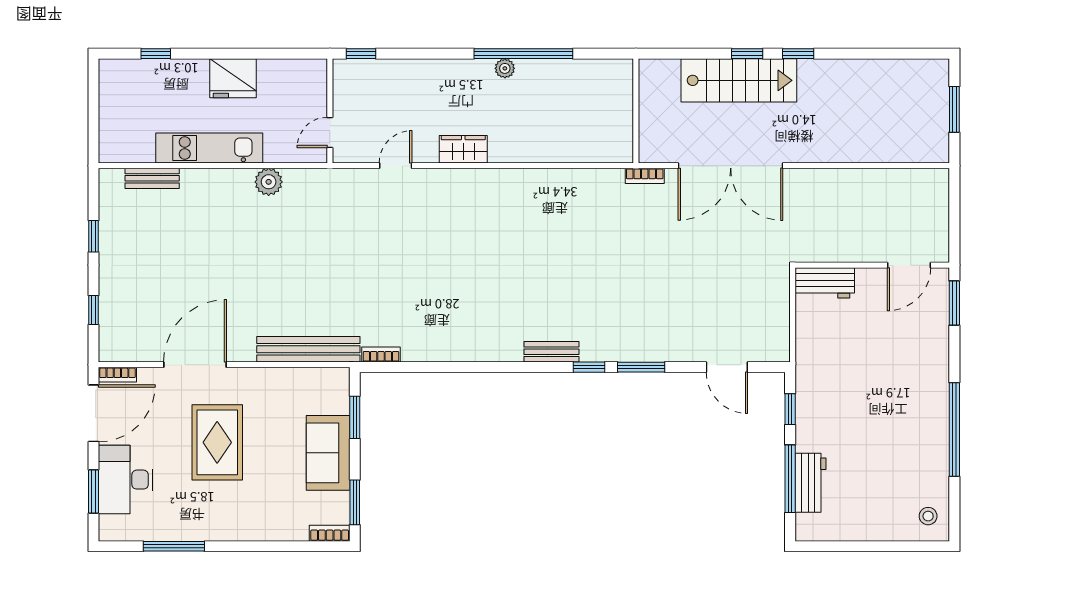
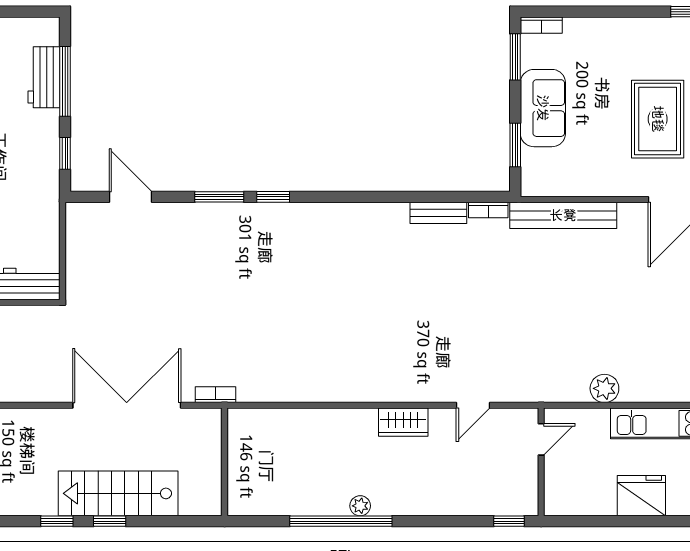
bench: (552, 352) -> (438, 213), moved

